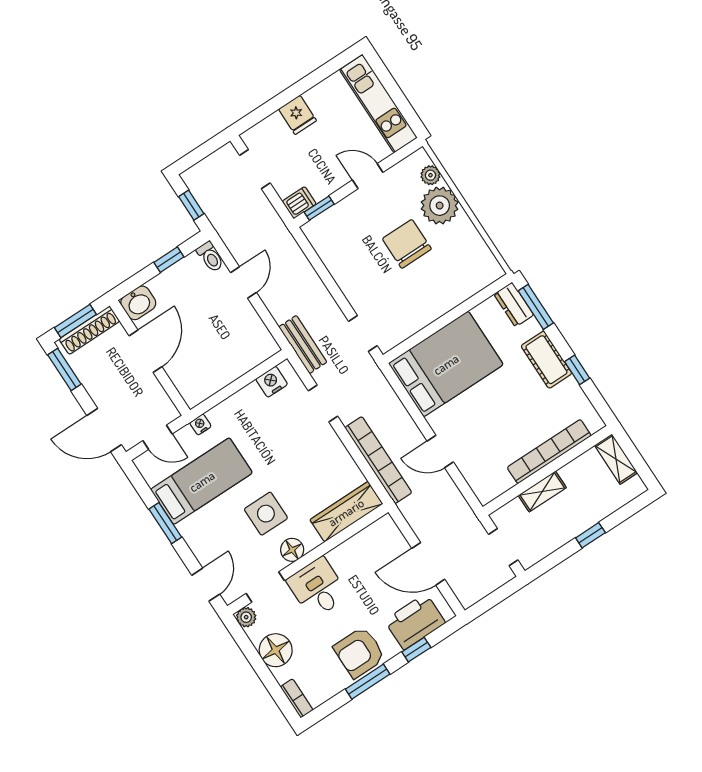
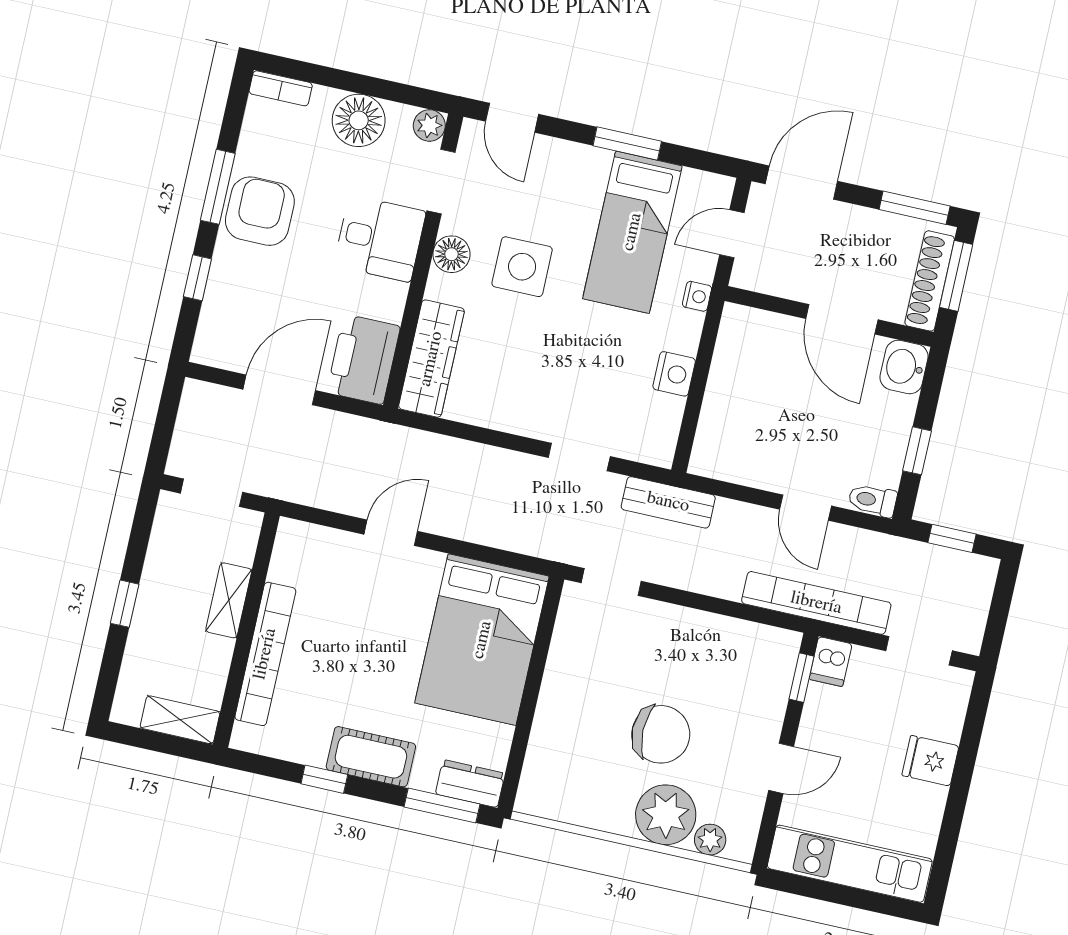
nightstand: (272, 382) -> (674, 374), moved
bookcase: (378, 460) -> (816, 603), moved, turned 180
printer: (415, 622) -> (363, 359), moved, turned 180

